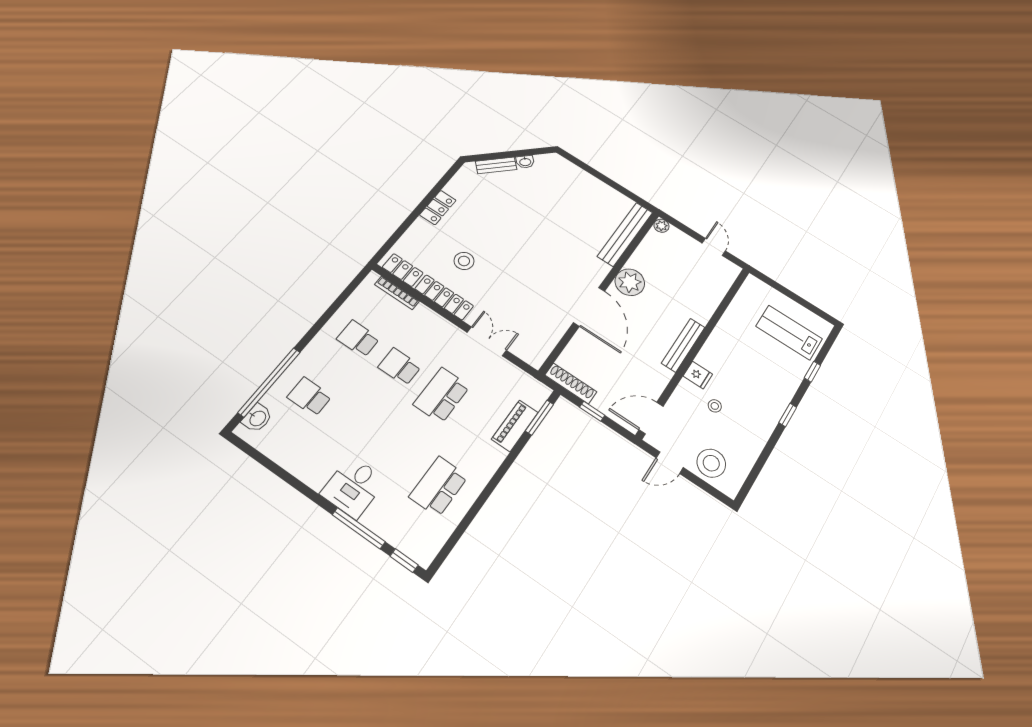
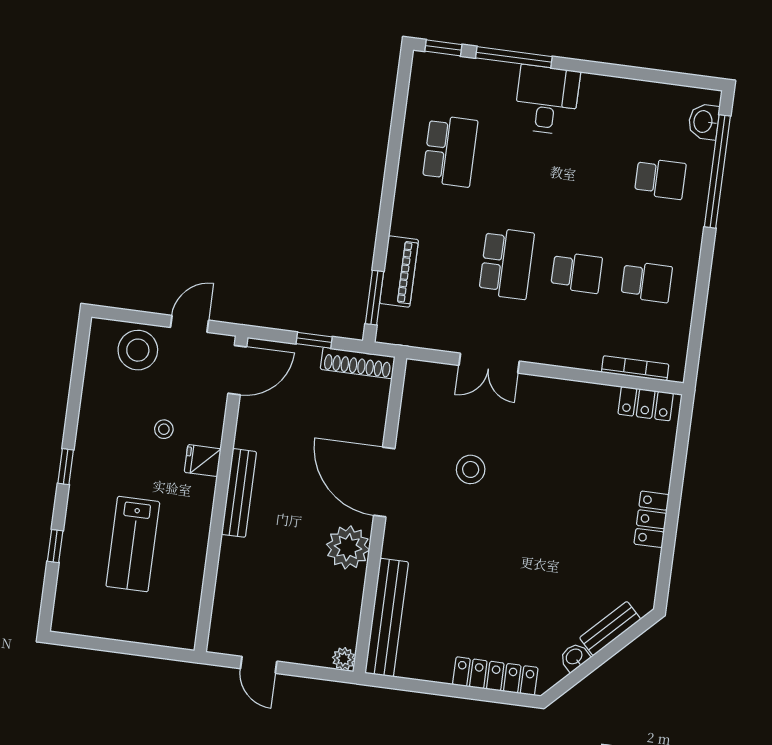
stool: (464, 261) -> (471, 469), moved
locker: (444, 297) -> (495, 676), moved, turned 180
lab bench: (789, 332) -> (133, 544), moved, turned 90

